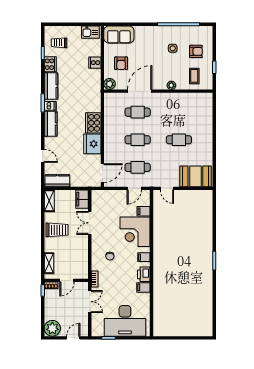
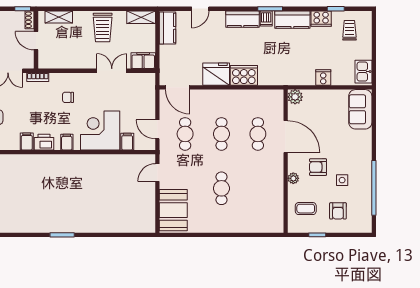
armchair: (121, 63) -> (318, 167), moved

